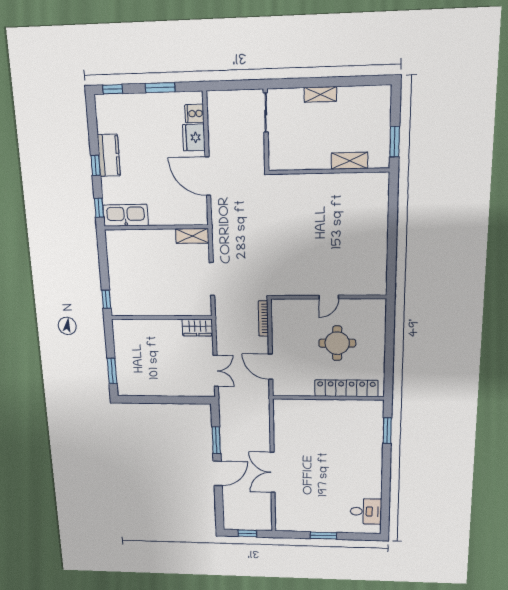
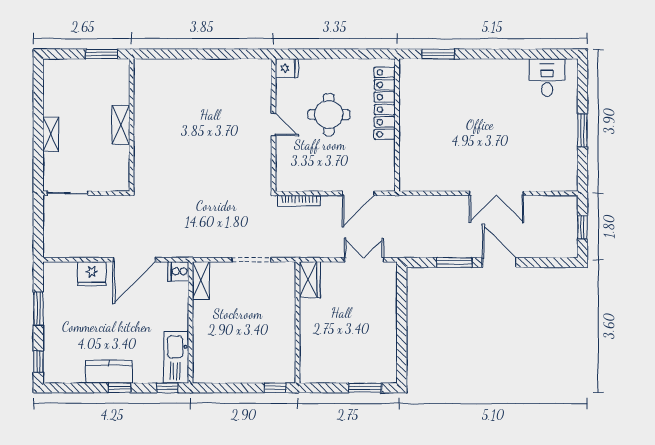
cooker: (194, 114) -> (178, 271), moved, turned 90
shelving: (349, 161) -> (121, 125), moved
fridge: (378, 308) -> (287, 68), added

